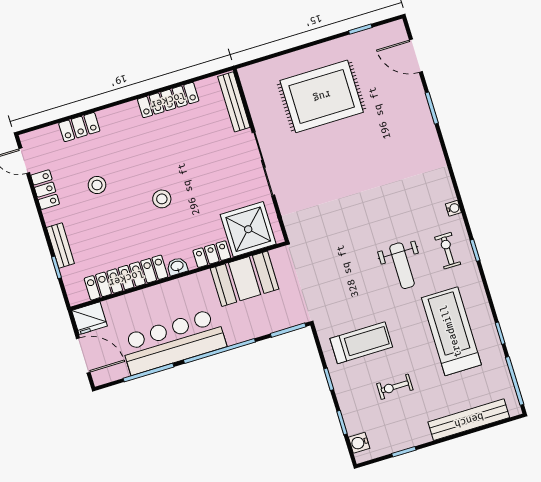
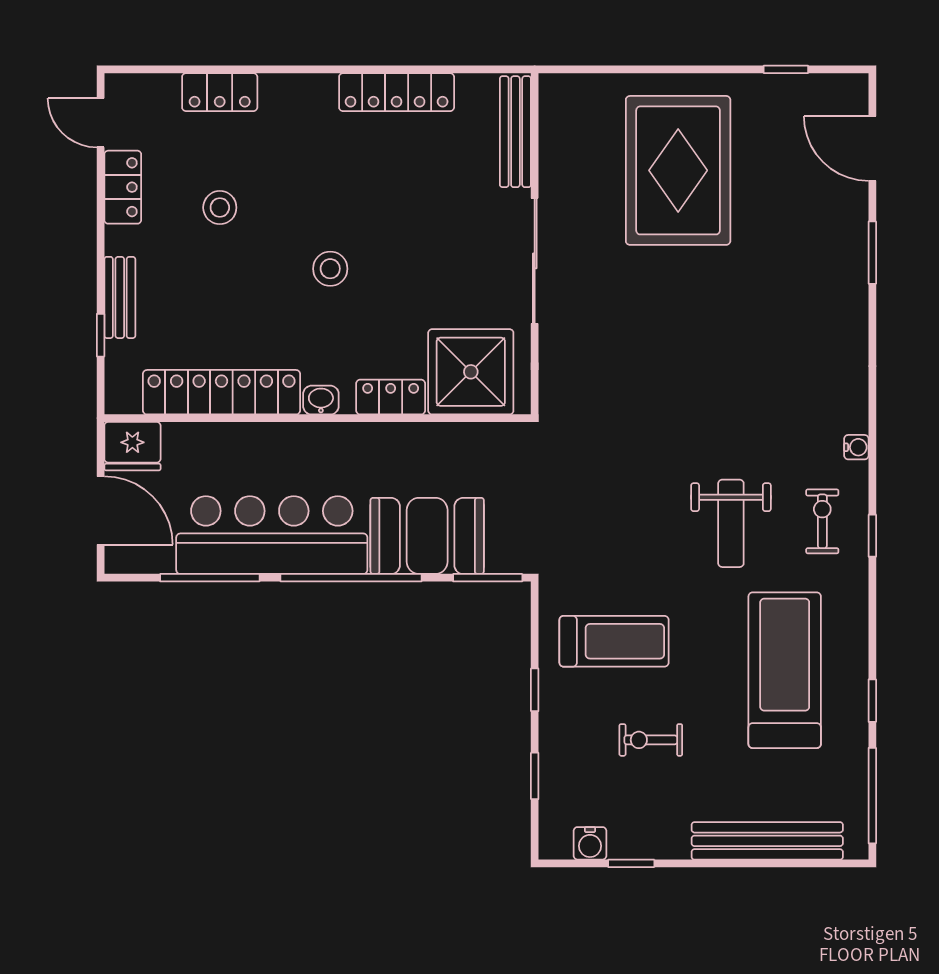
rug: (322, 96) -> (678, 170), turned 90
booth: (245, 279) -> (427, 536), moved
water cooler: (359, 443) -> (590, 843), moved, turned -90

